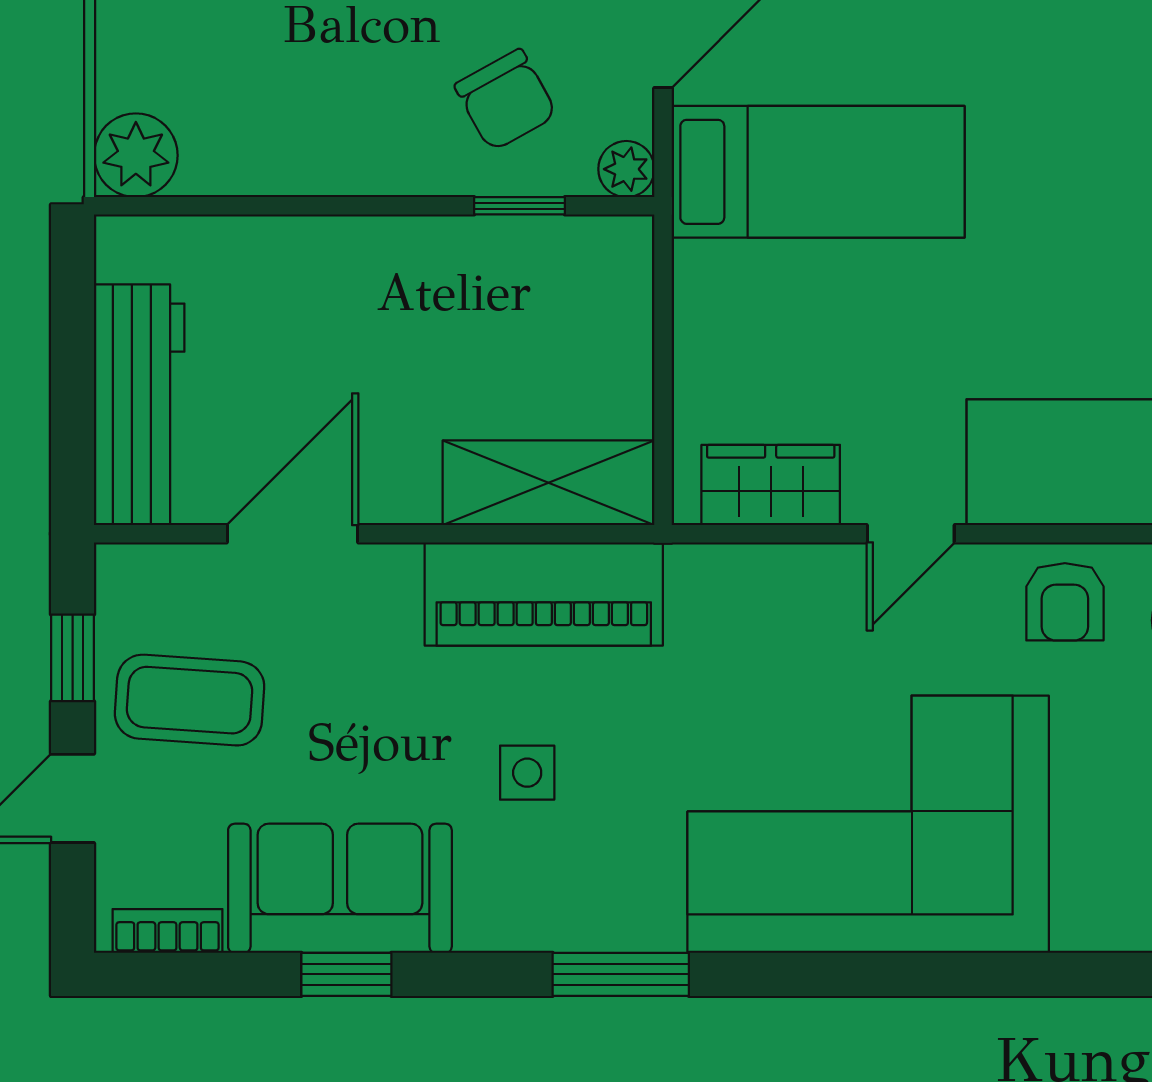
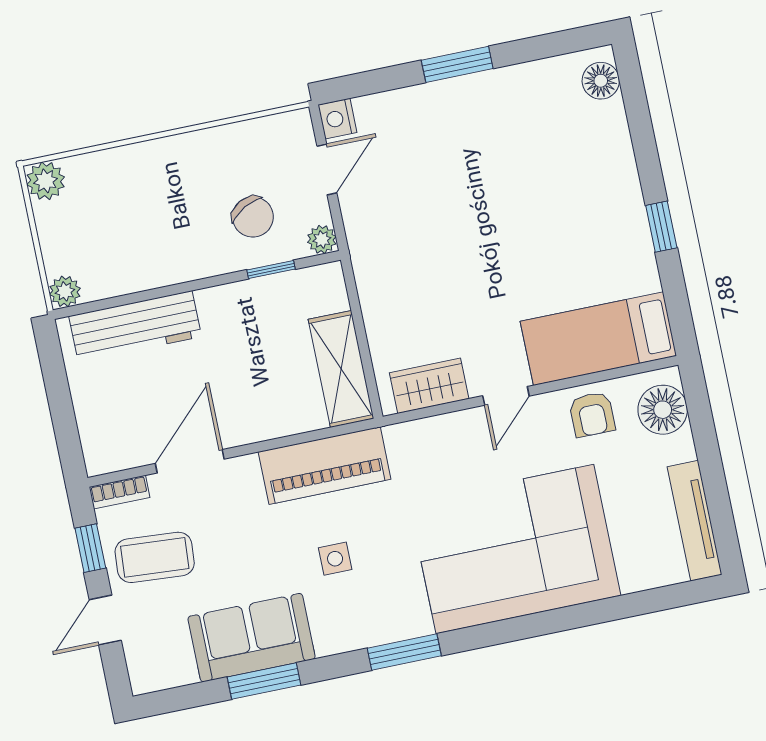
plant: (136, 155) -> (65, 291), width x0.73, depth x0.73
bed: (818, 172) -> (420, 221), removed
workbench: (139, 405) -> (135, 326), moved, turned 90
shelving: (548, 483) -> (341, 369), moved, turned 90
bookcase: (168, 931) -> (119, 492), moved, turned 180
window: (346, 974) -> (264, 681), width x1.50

